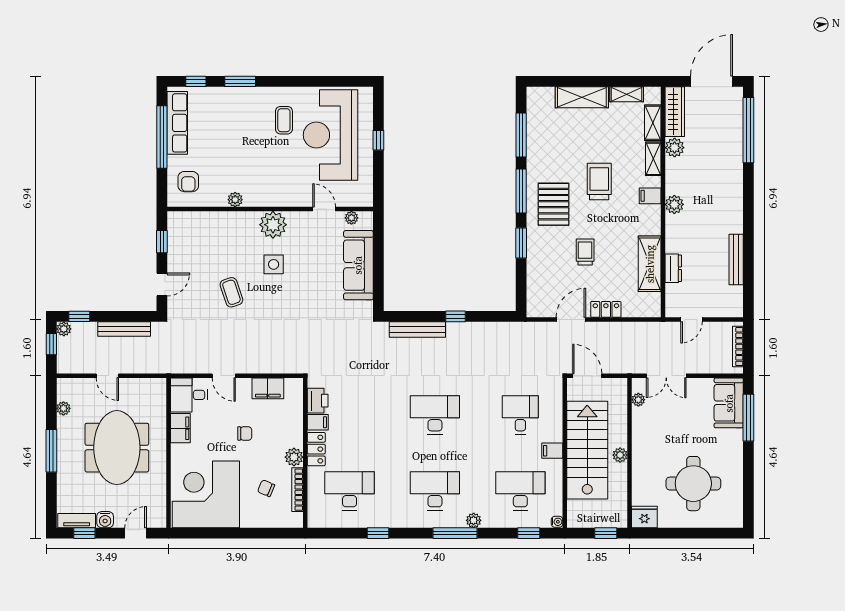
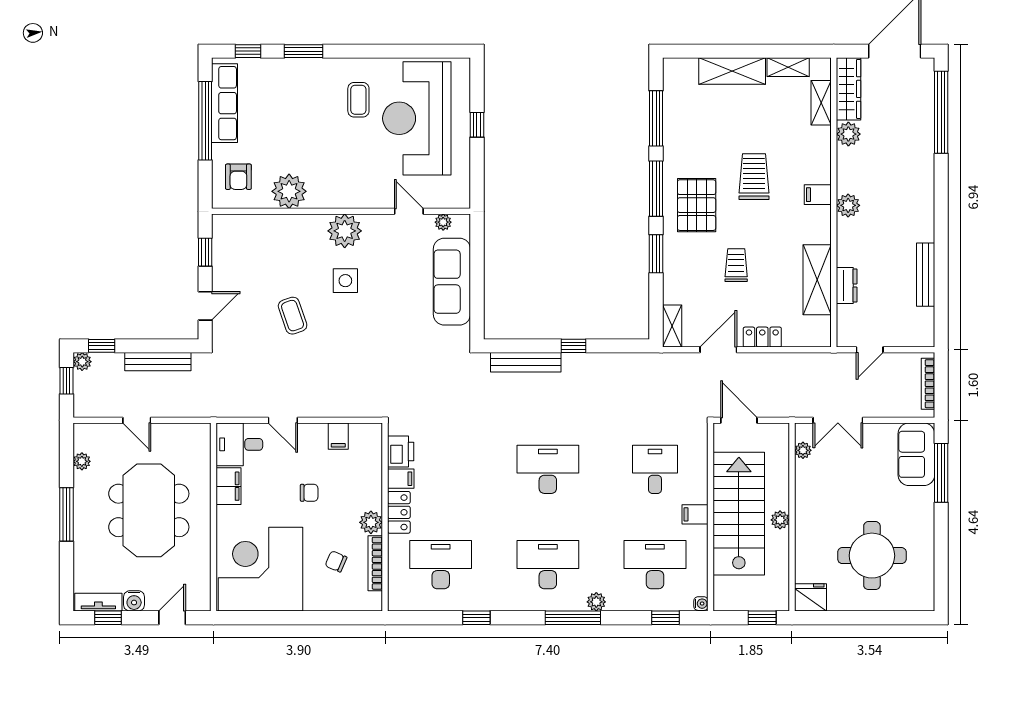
shelving: (653, 159) -> (672, 326), moved
plant: (235, 200) -> (289, 191), width x1.88, depth x1.88
filing cabinet: (268, 388) -> (338, 436), width x0.50

